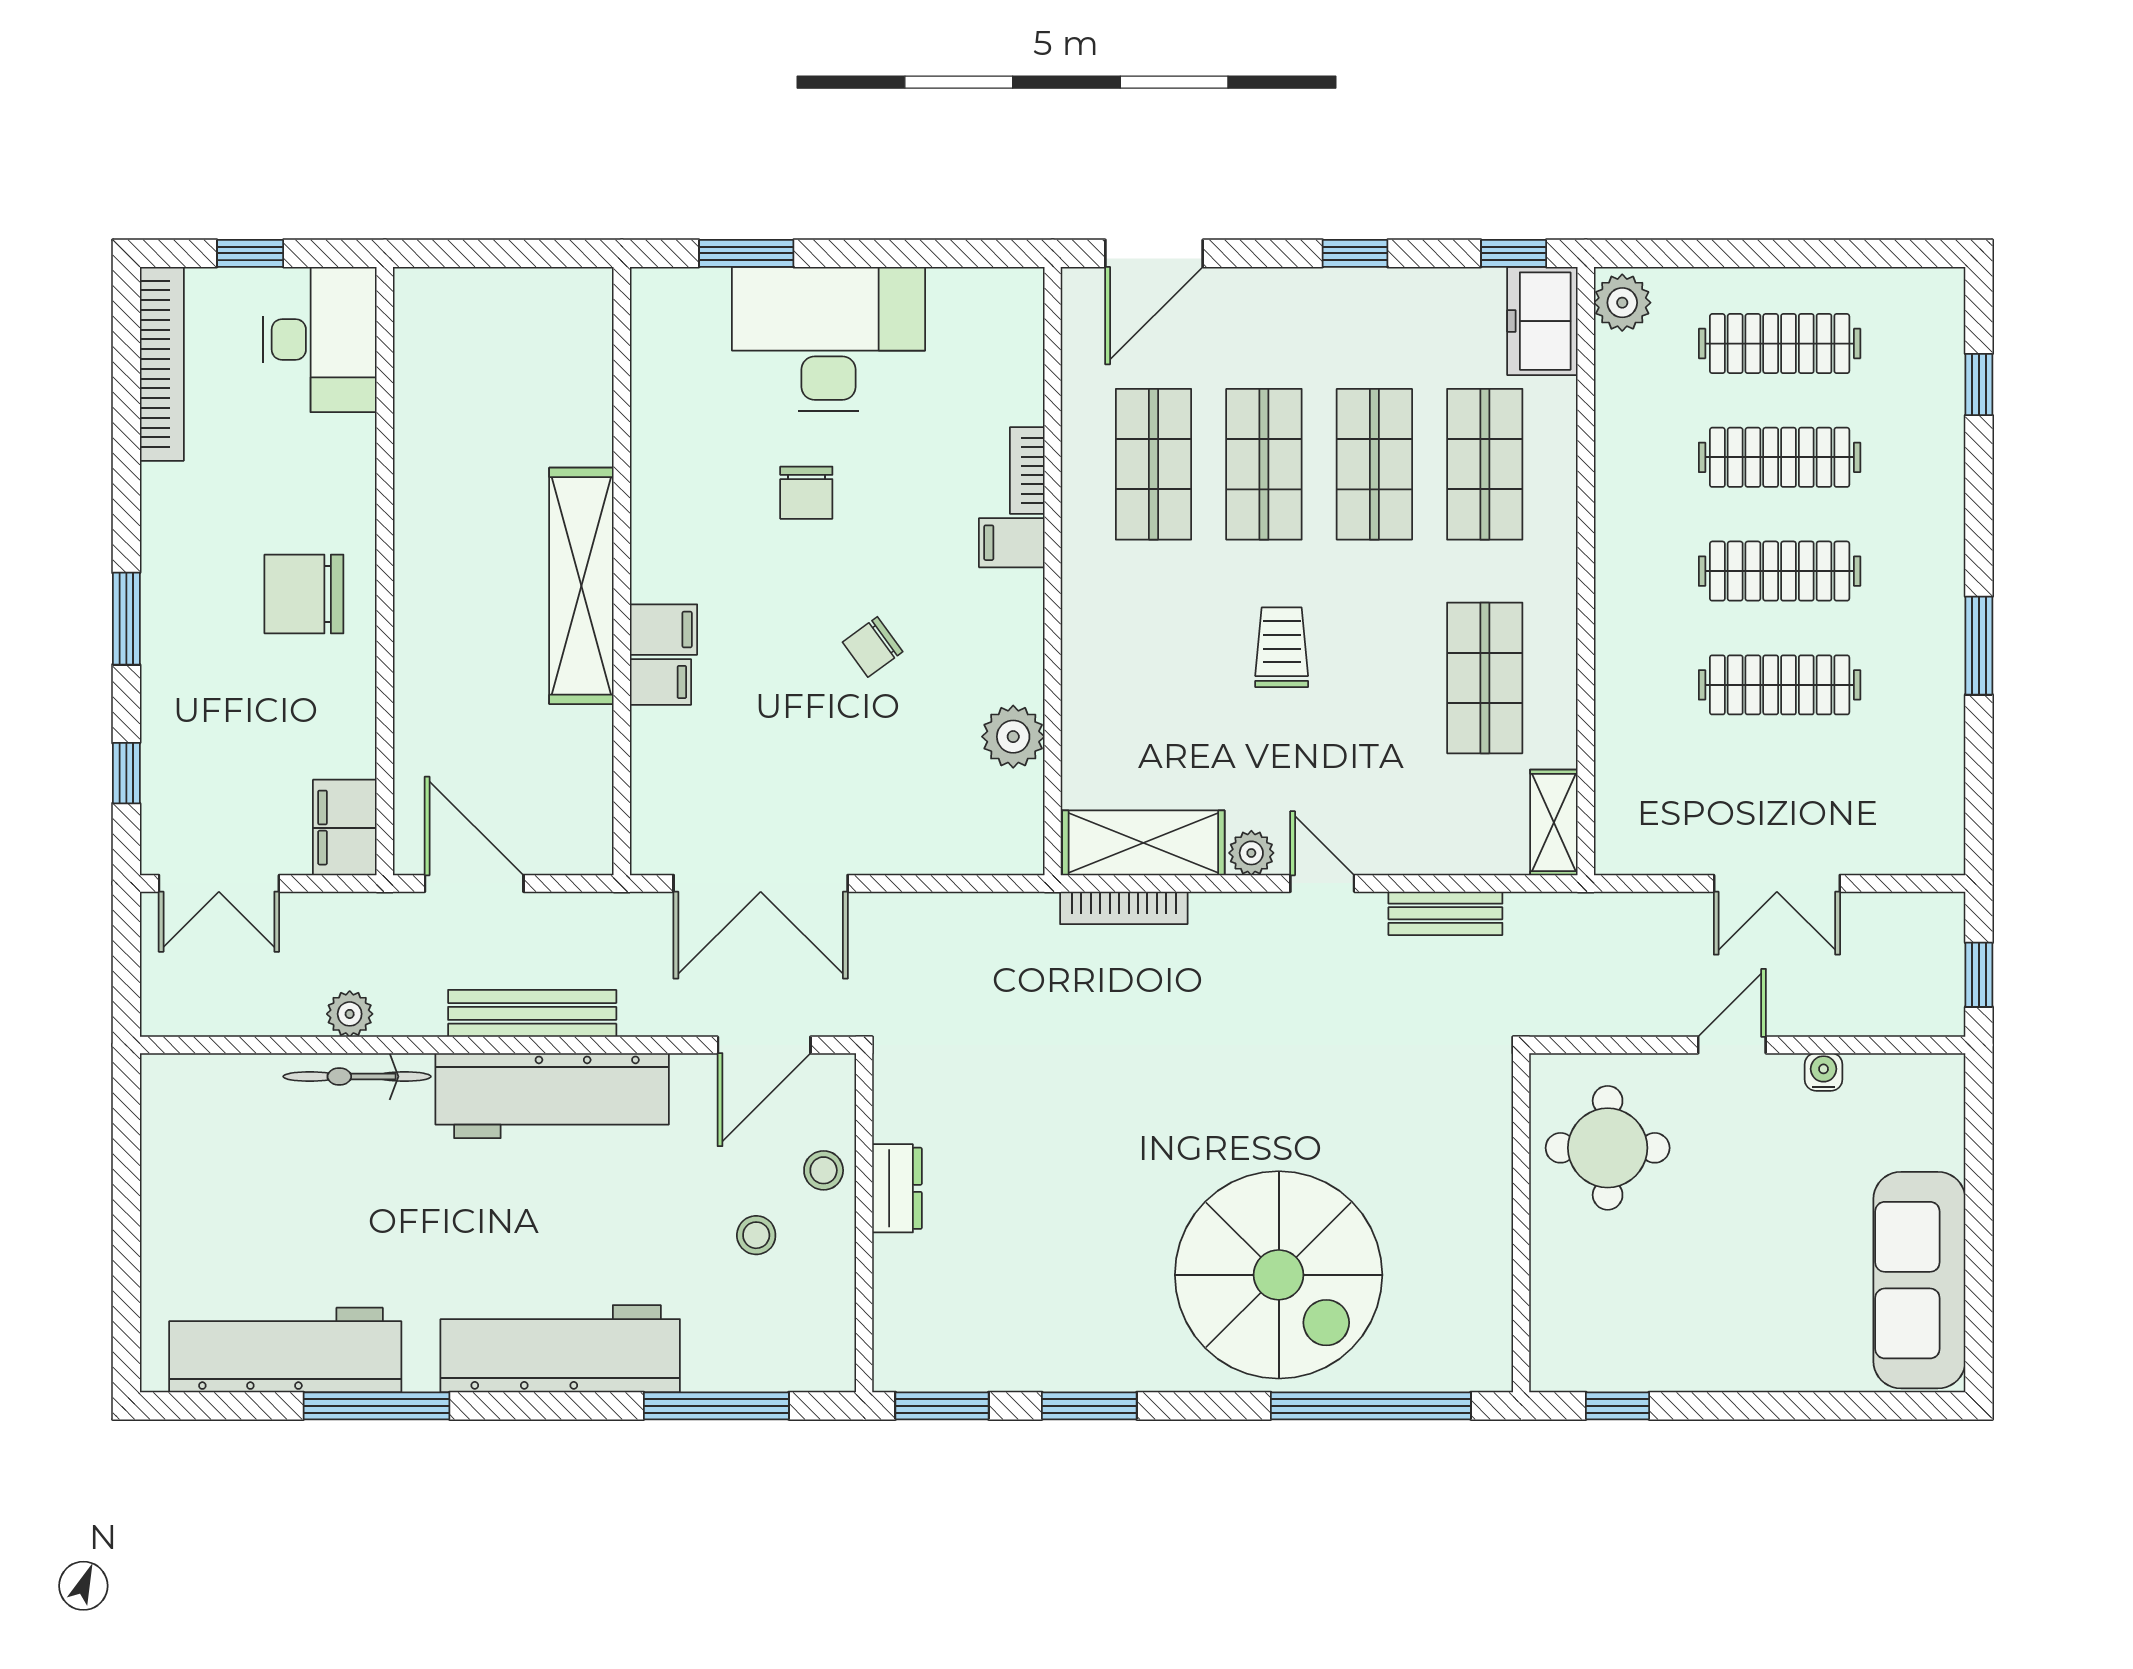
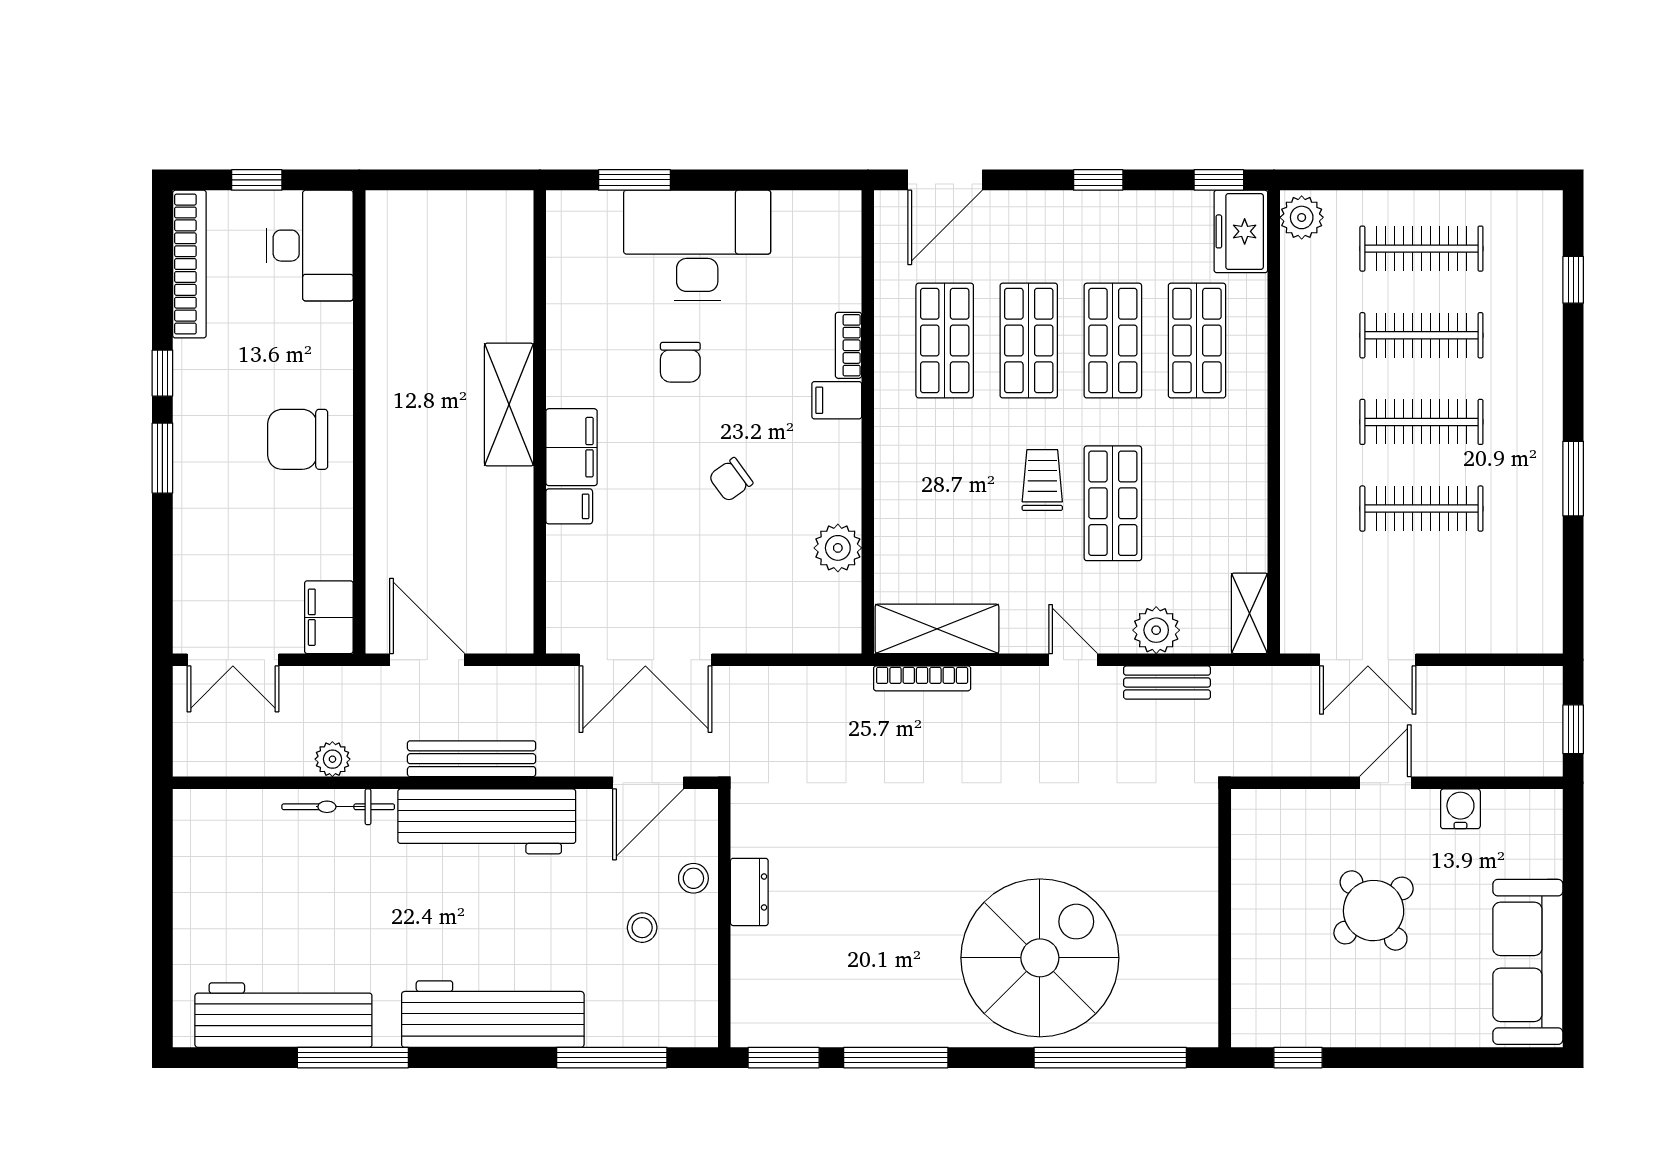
shelving: (581, 586) -> (509, 405), width x0.68
filing cabinet: (663, 630) -> (572, 447), width x2.00
shop shelf: (1485, 678) -> (1113, 503), moved
window: (126, 773) -> (162, 373), moved
plant: (1251, 853) -> (1156, 630), moved, width x1.38, depth x1.38
double door: (1777, 883) -> (1368, 660), moved
water cooler: (1824, 1072) -> (1460, 809), width x1.38, depth x1.38
round table: (1608, 1148) -> (1374, 911), moved, turned -38
spiral stairs: (1279, 1275) -> (1040, 958), turned -90
window: (1089, 1406) -> (896, 1058), width x1.44

